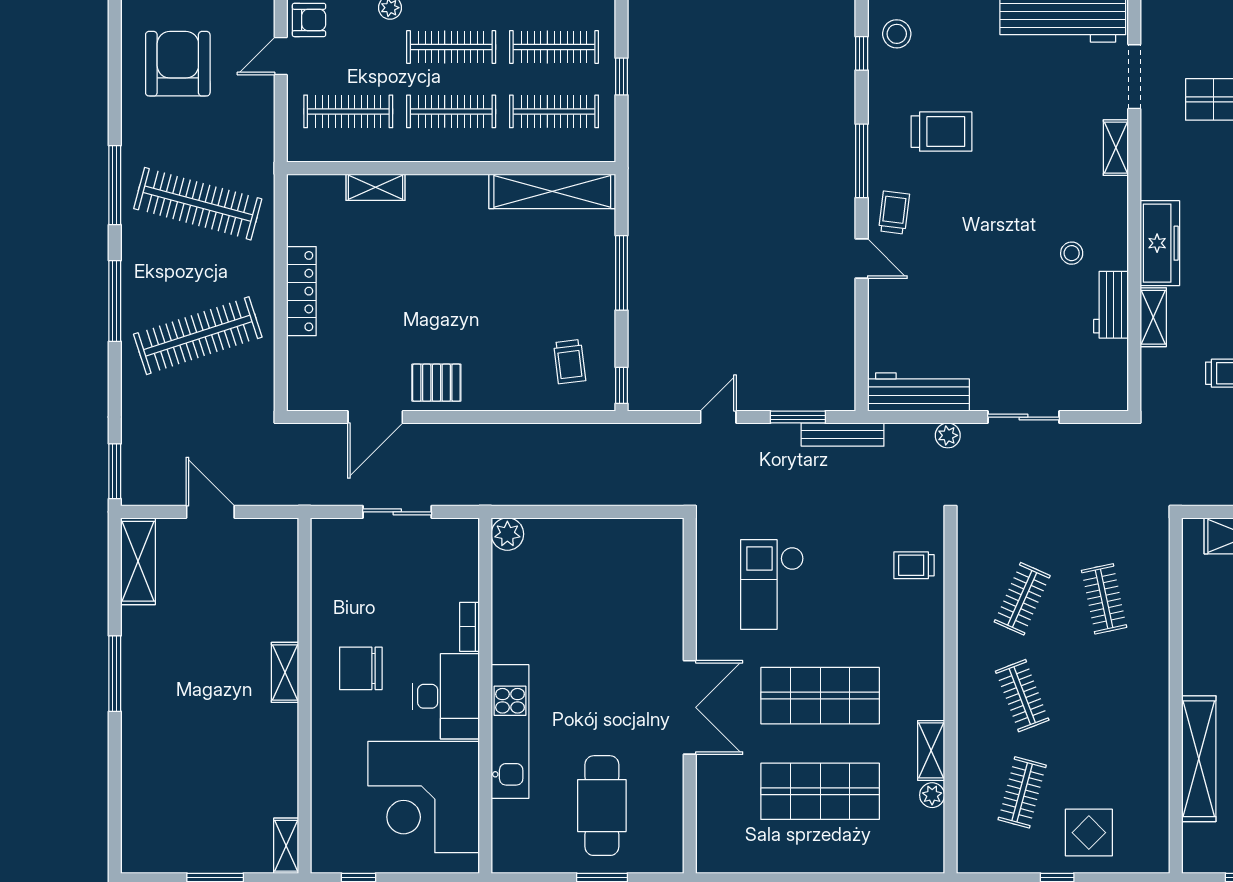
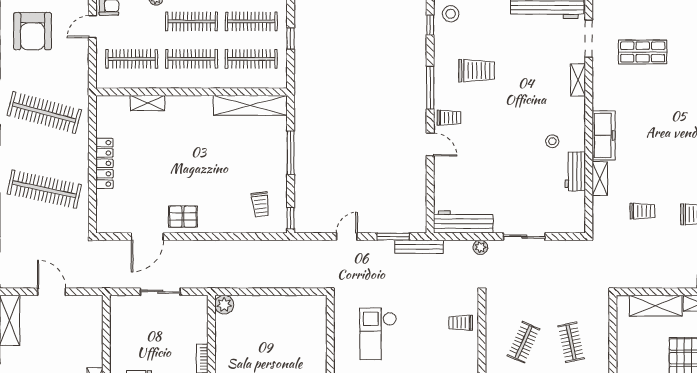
armchair: (178, 64) -> (33, 31), turned 180
trolley: (894, 213) -> (449, 118), turned 83
clothes rail: (198, 336) -> (44, 189), turned 30

